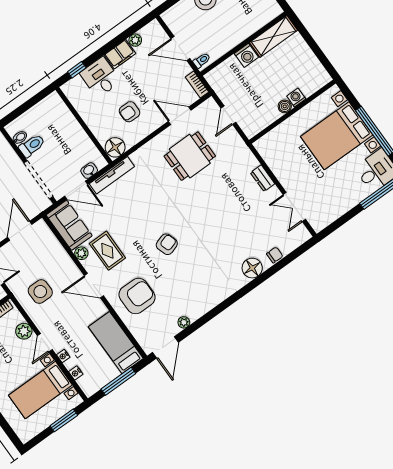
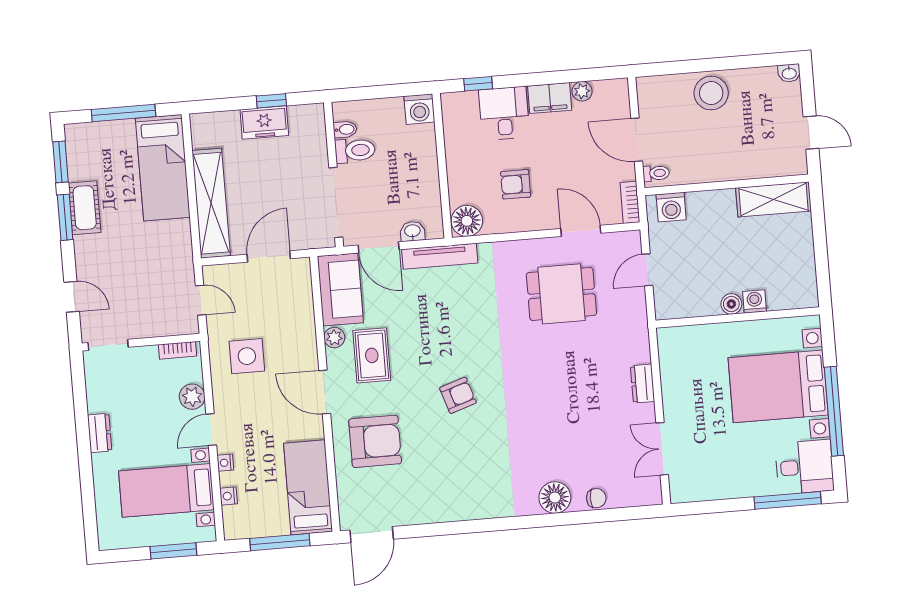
washing machine: (246, 55) -> (671, 207), moved
washing machine: (53, 102) -> (419, 109), added
plant: (184, 322) -> (417, 516), removed

